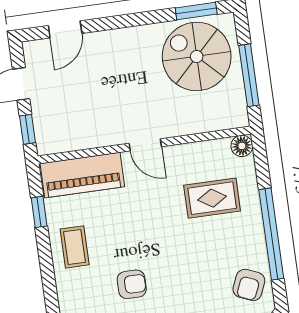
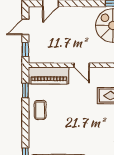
armchair: (132, 284) -> (65, 132), removed

